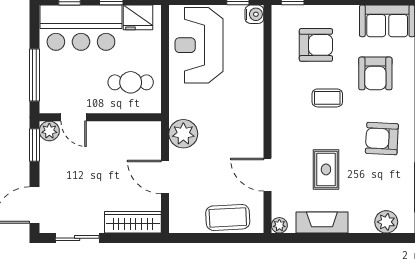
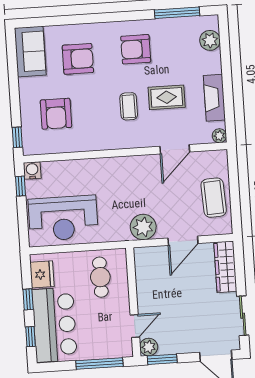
armchair: (316, 45) -> (56, 114), turned 180
coffee table: (327, 98) -> (129, 106), moved
armchair: (382, 139) -> (136, 49), turned 87
coffee table: (228, 217) -> (214, 198), moved

